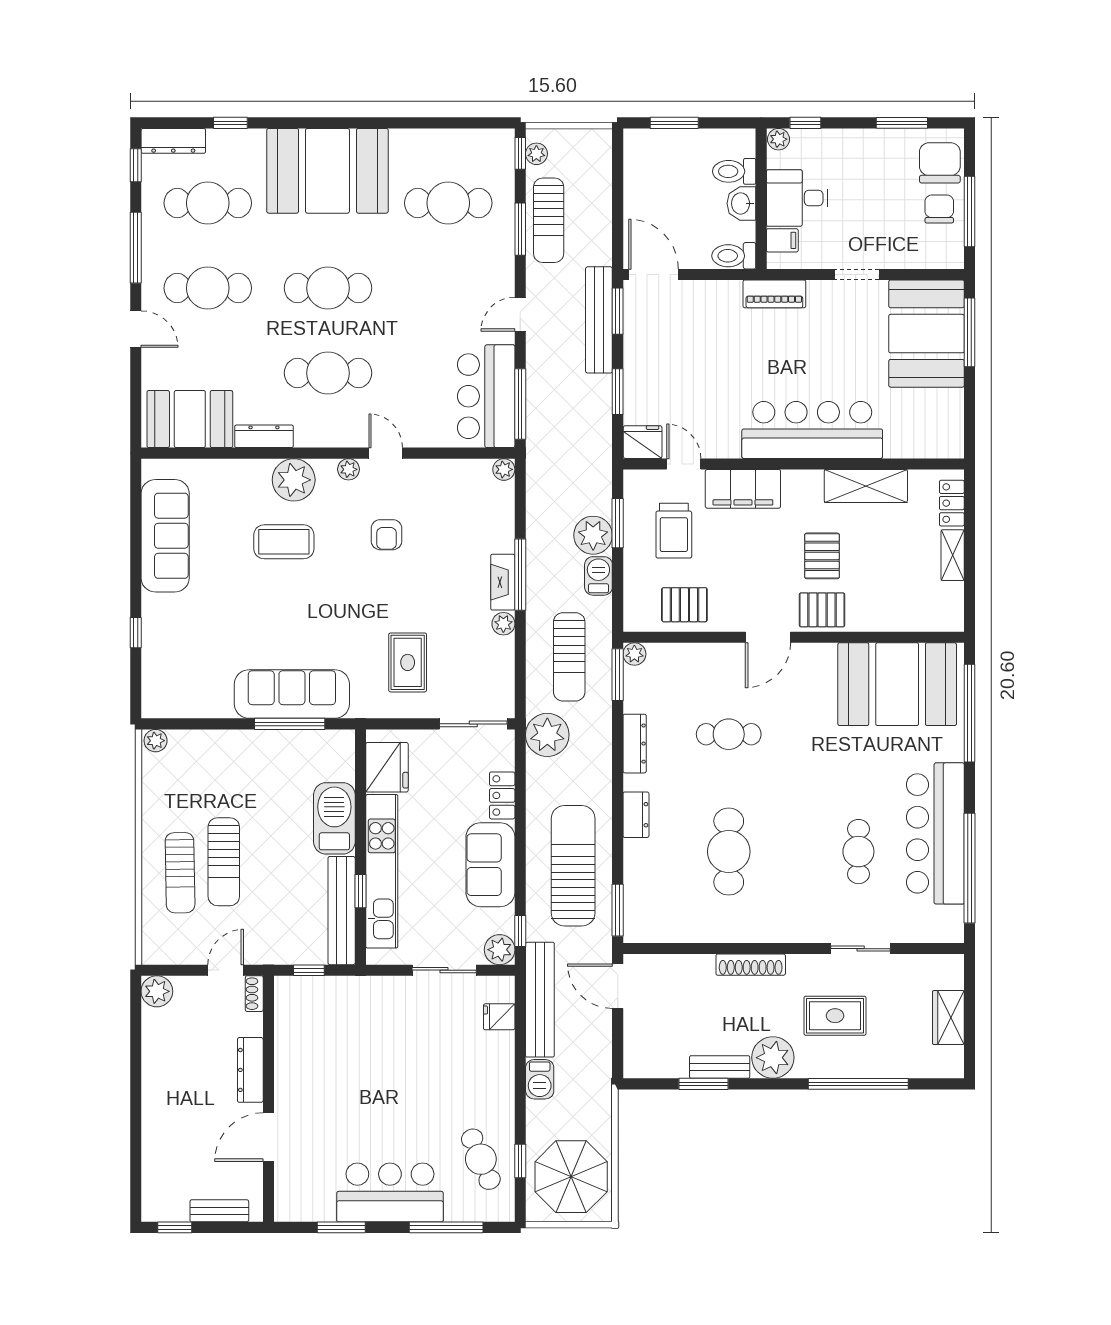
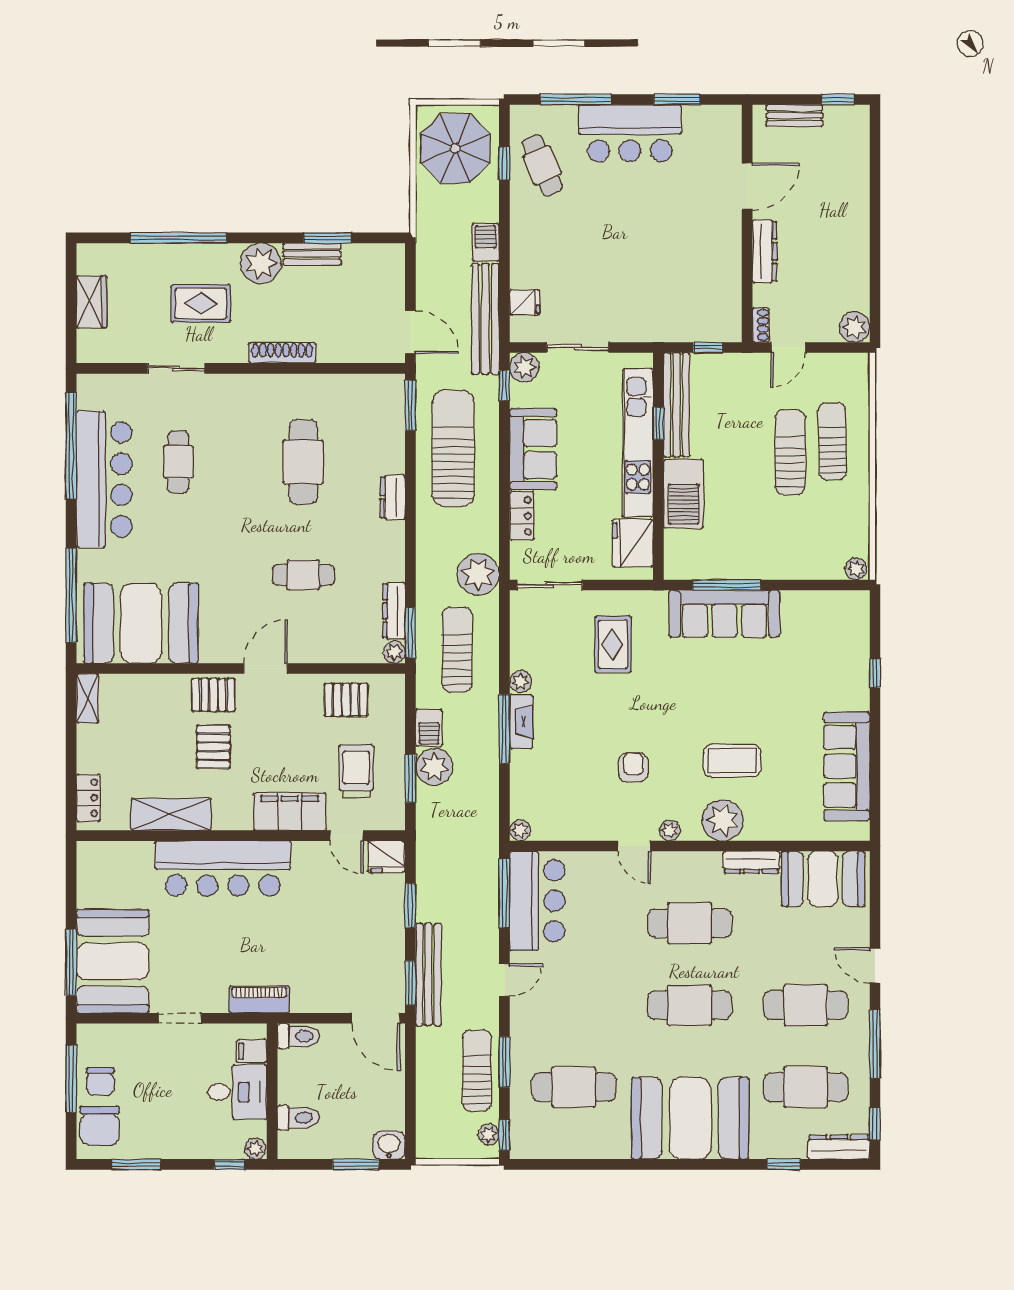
washbasin: (741, 203) -> (389, 1145), moved, turned -90
shelving: (953, 555) -> (87, 698), moved
dresser: (635, 744) -> (394, 611), moved
sun lounger: (573, 866) -> (453, 448), turned 180

